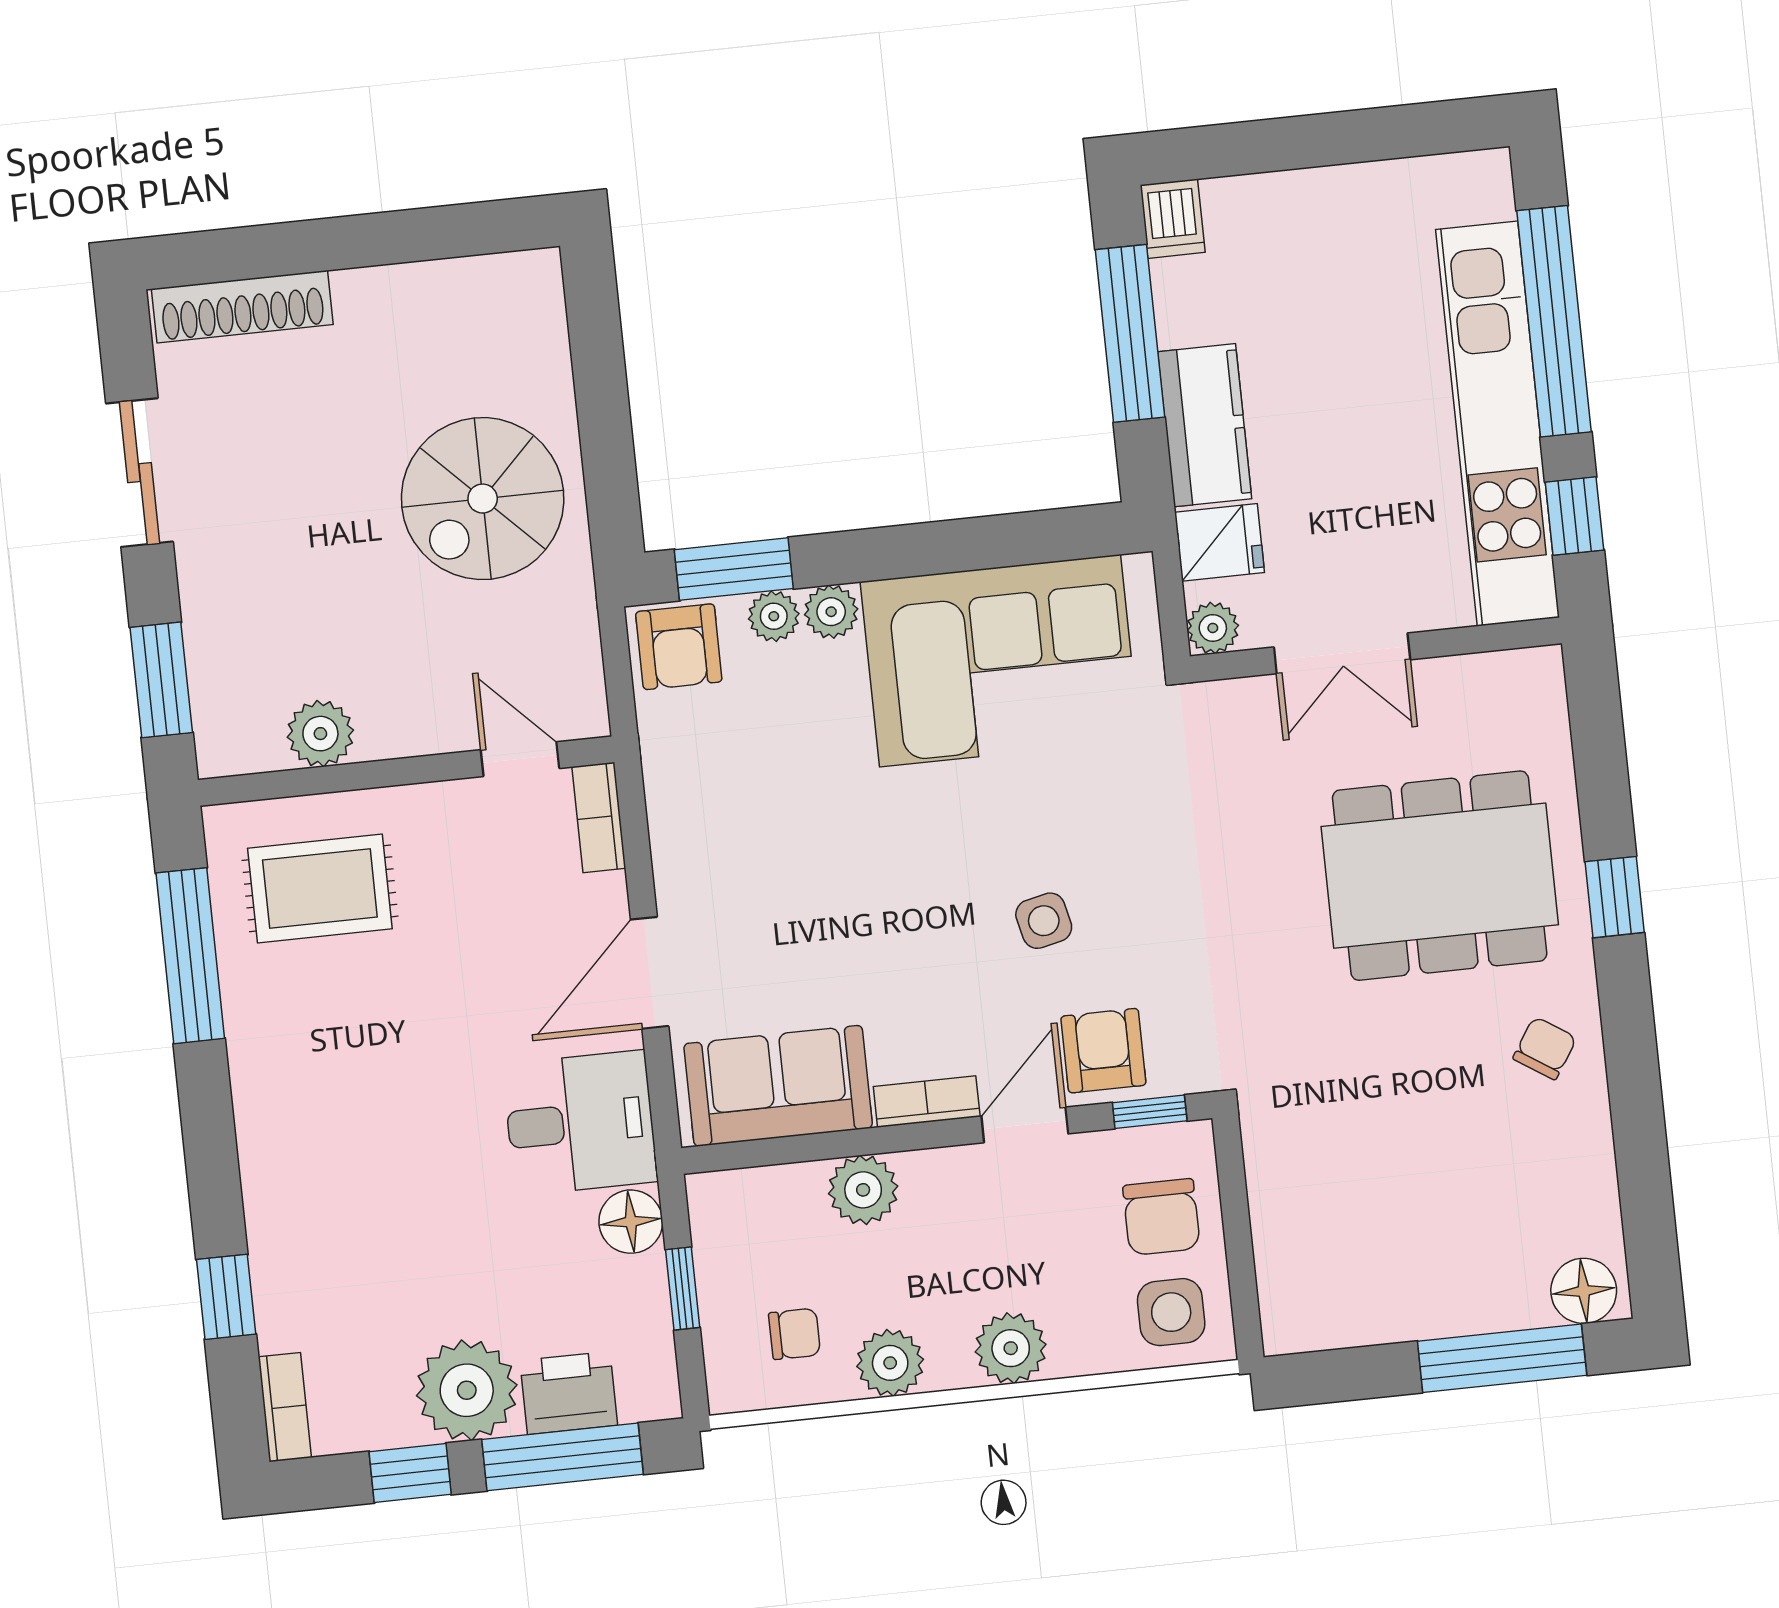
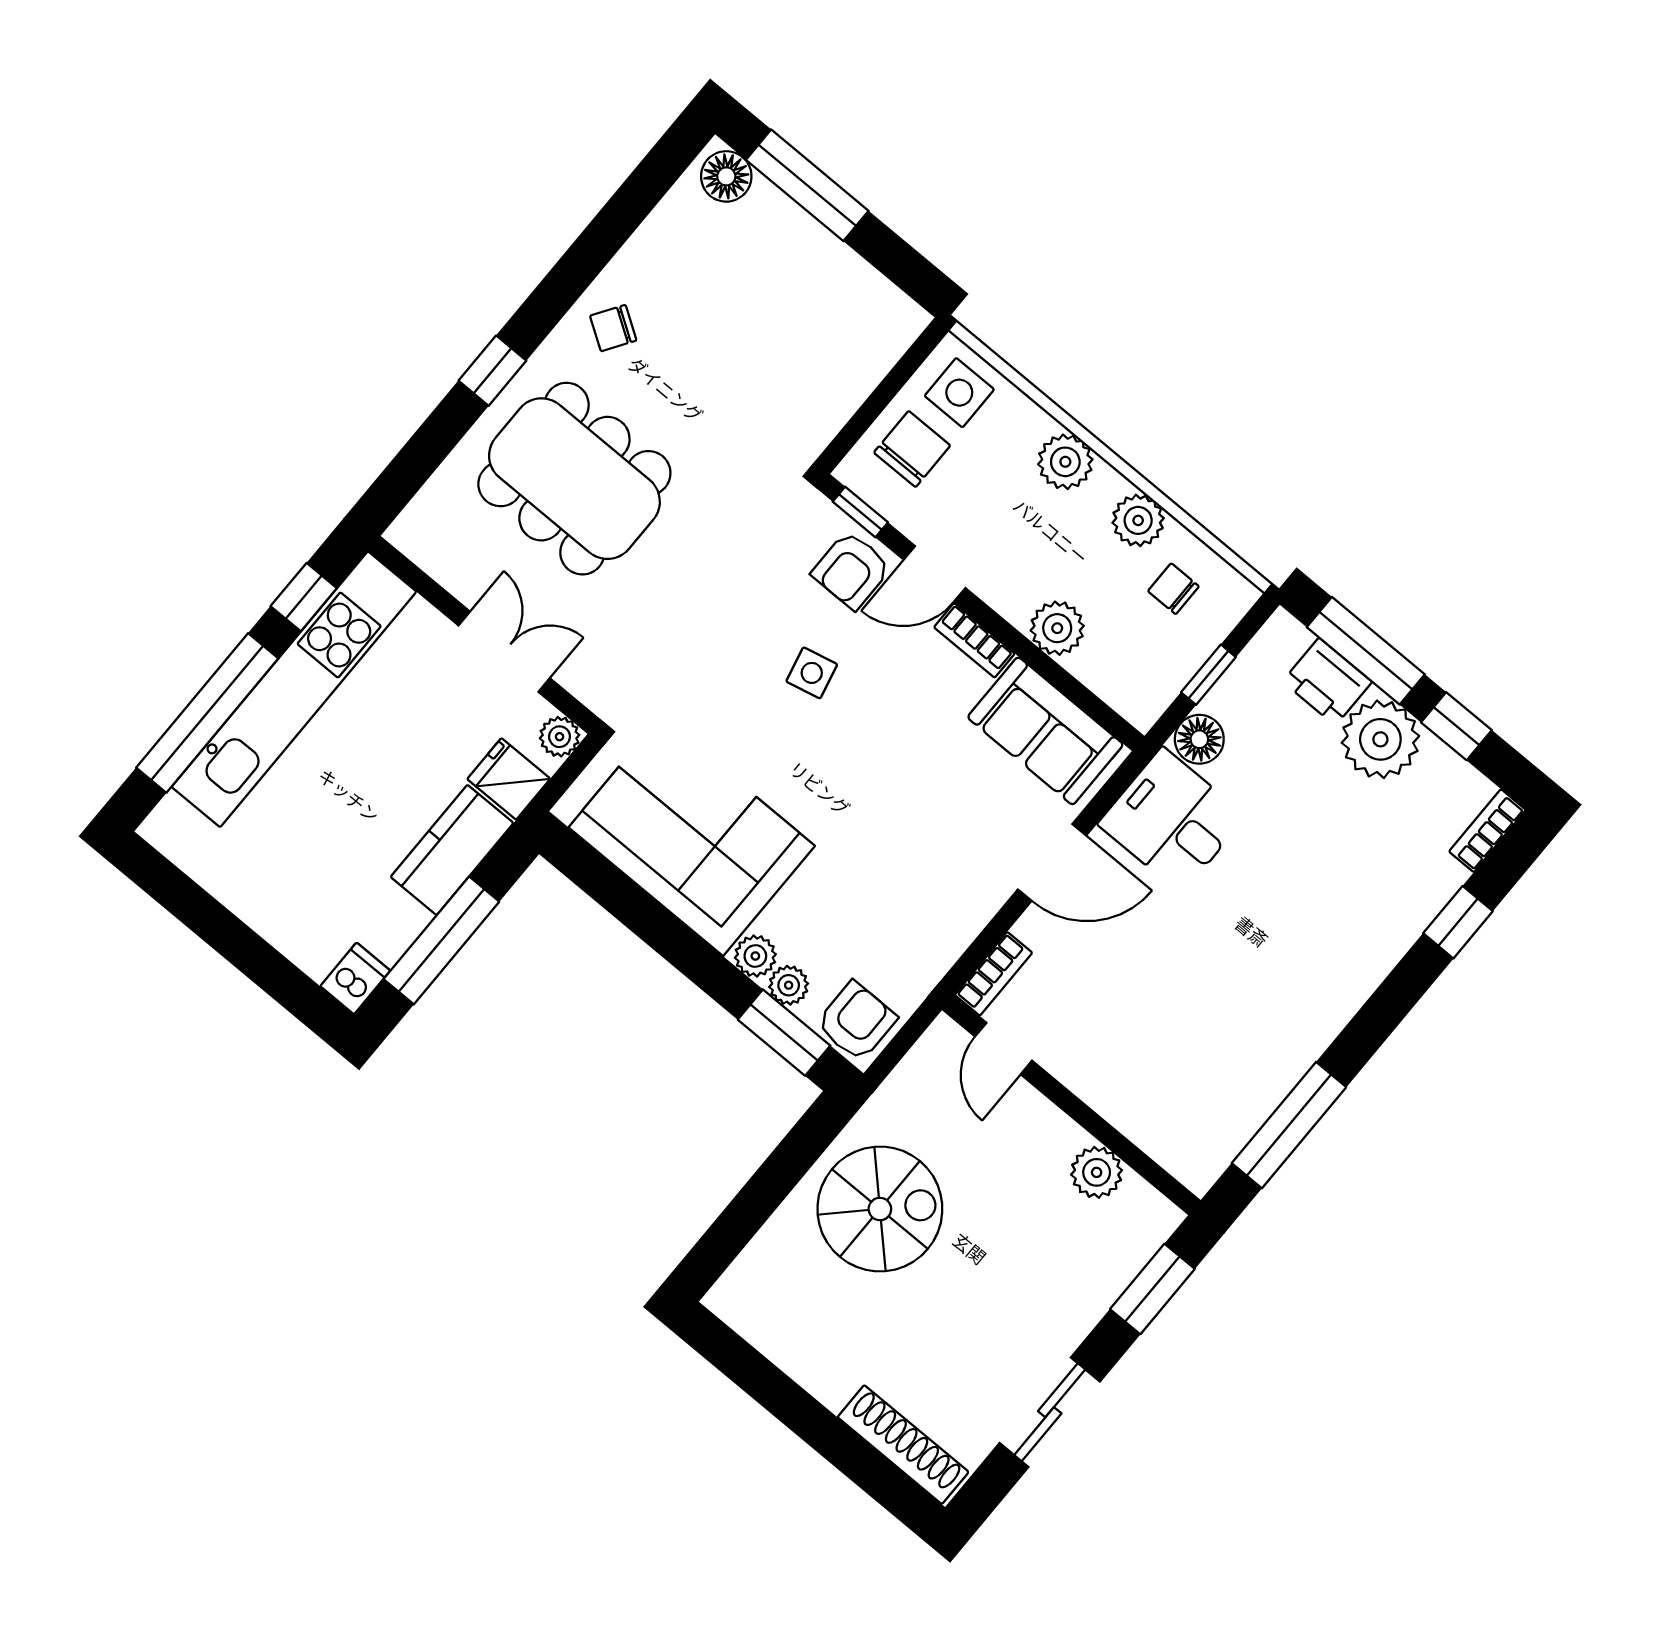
rug: (320, 888) -> (1182, 1090), removed

